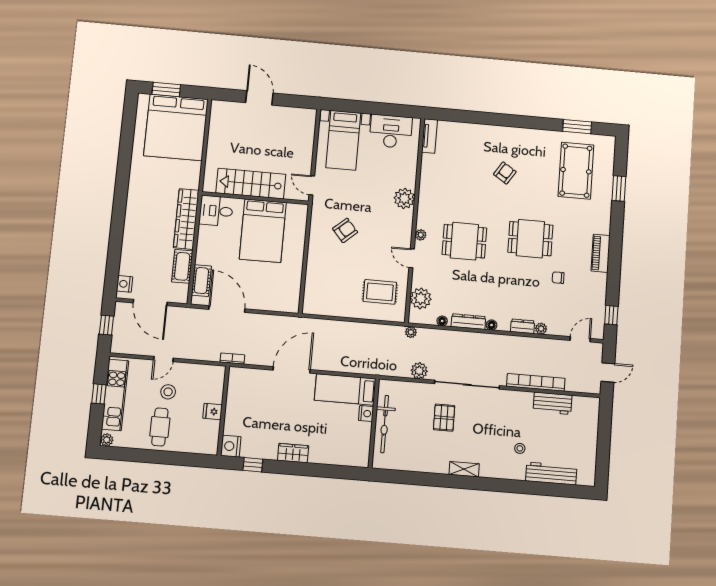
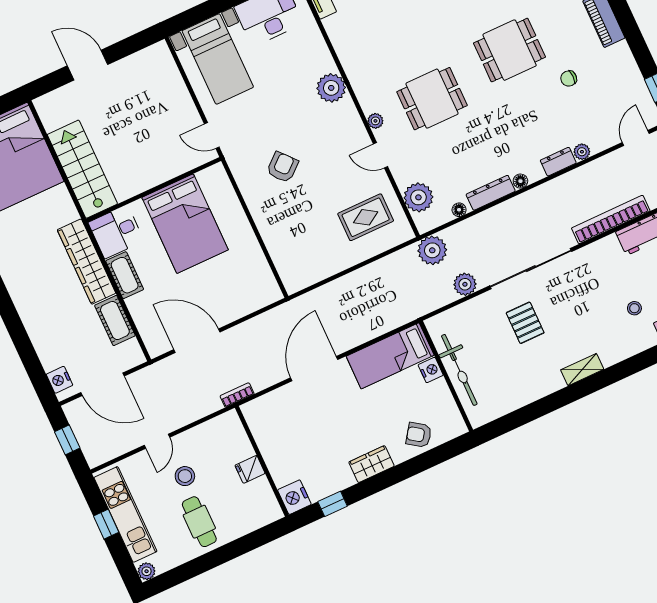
stairs: (251, 184) -> (82, 169), moved, turned 90
cot: (201, 281) -> (125, 275), moved
plant: (411, 332) -> (432, 250), width x1.87, depth x1.87
armchair: (335, 451) -> (419, 435), added

